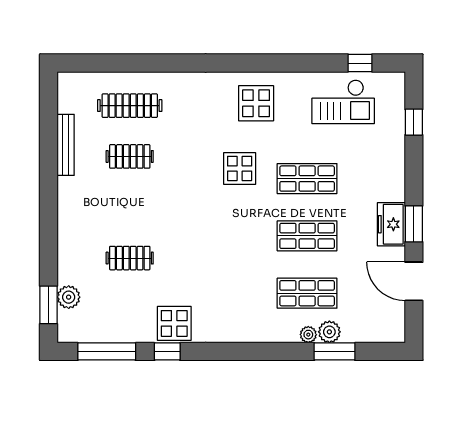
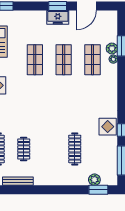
display table: (240, 168) -> (30, 94), removed
clothes rail: (130, 258) -> (75, 149), width x1.36

